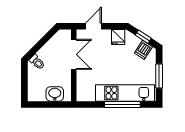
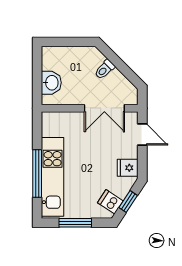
toilet: (37, 62) -> (105, 69), moved

